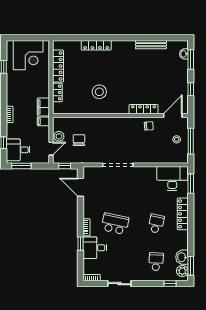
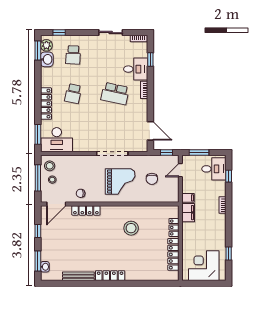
locker: (96, 45) -> (110, 276), moved
stool: (59, 136) -> (50, 166), moved
grand piano: (110, 138) -> (120, 181), added
window: (21, 166) -> (199, 153), moved
window: (80, 244) -> (150, 60), moved

